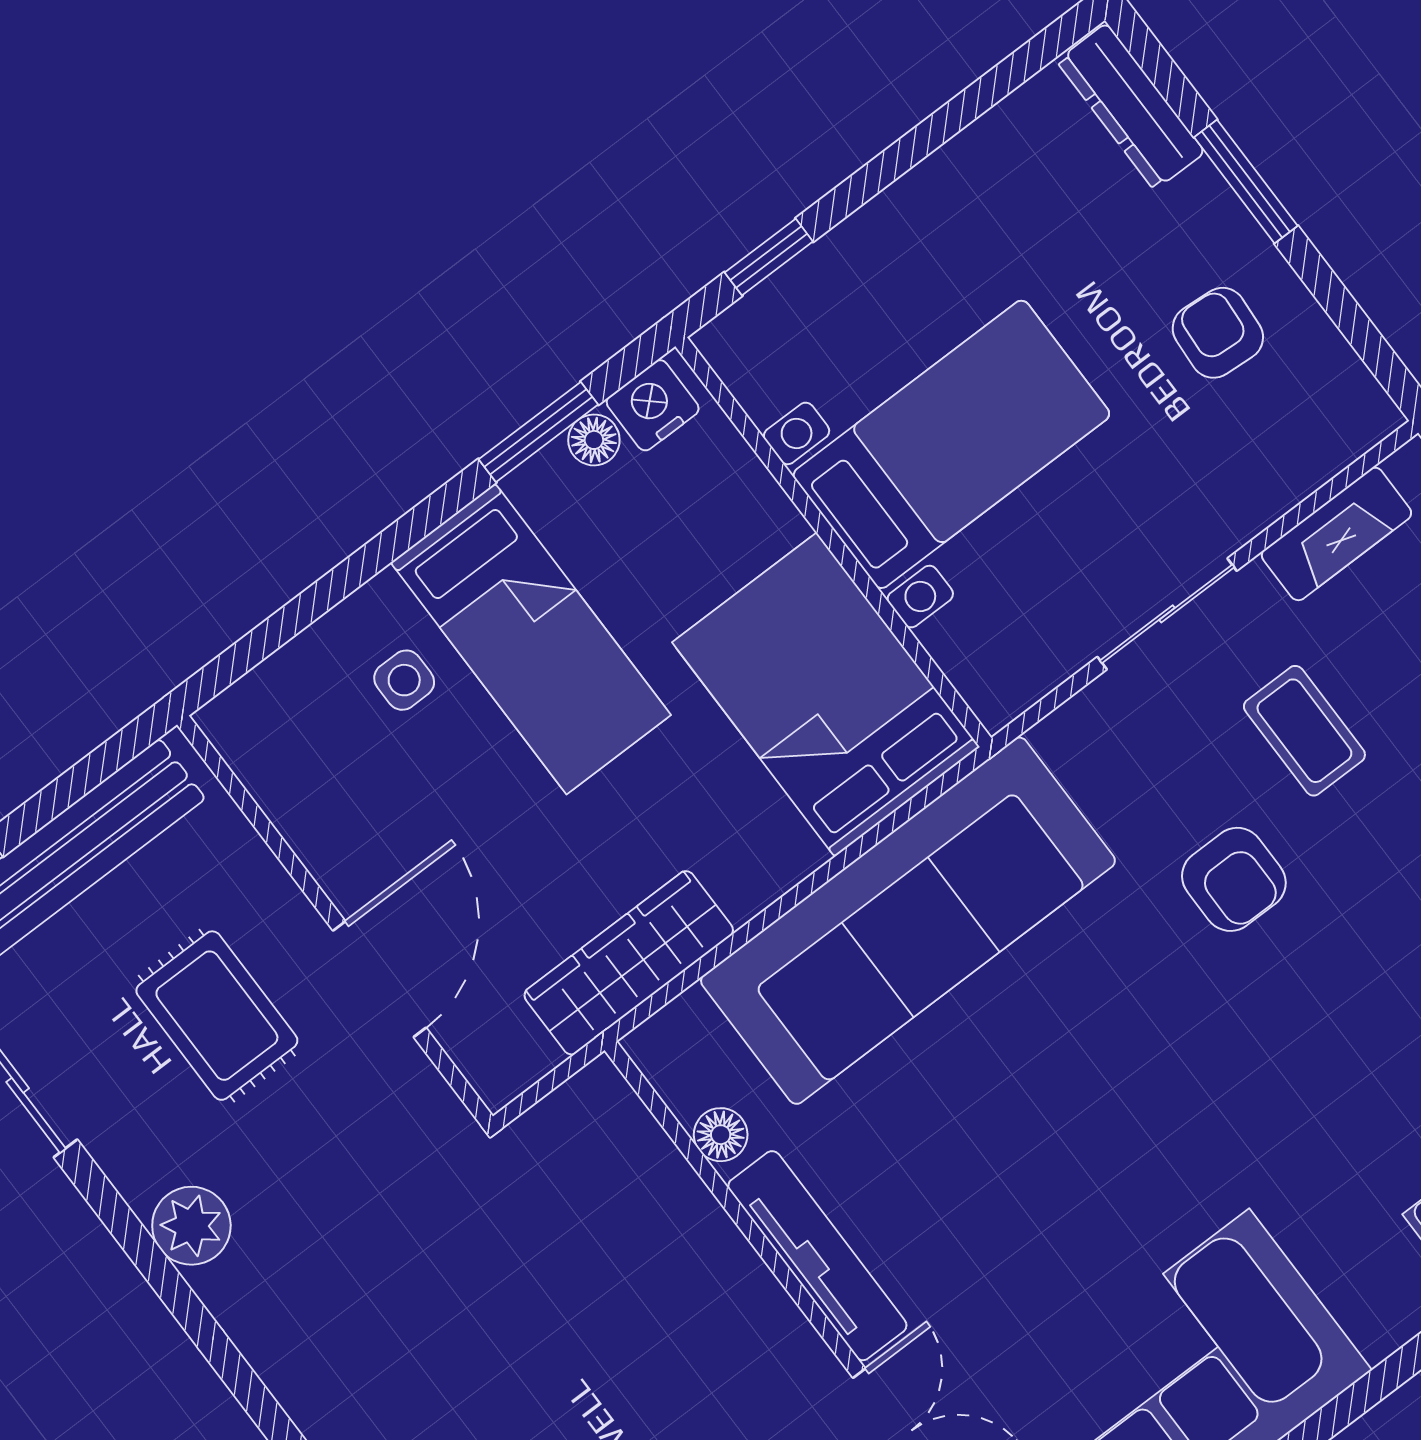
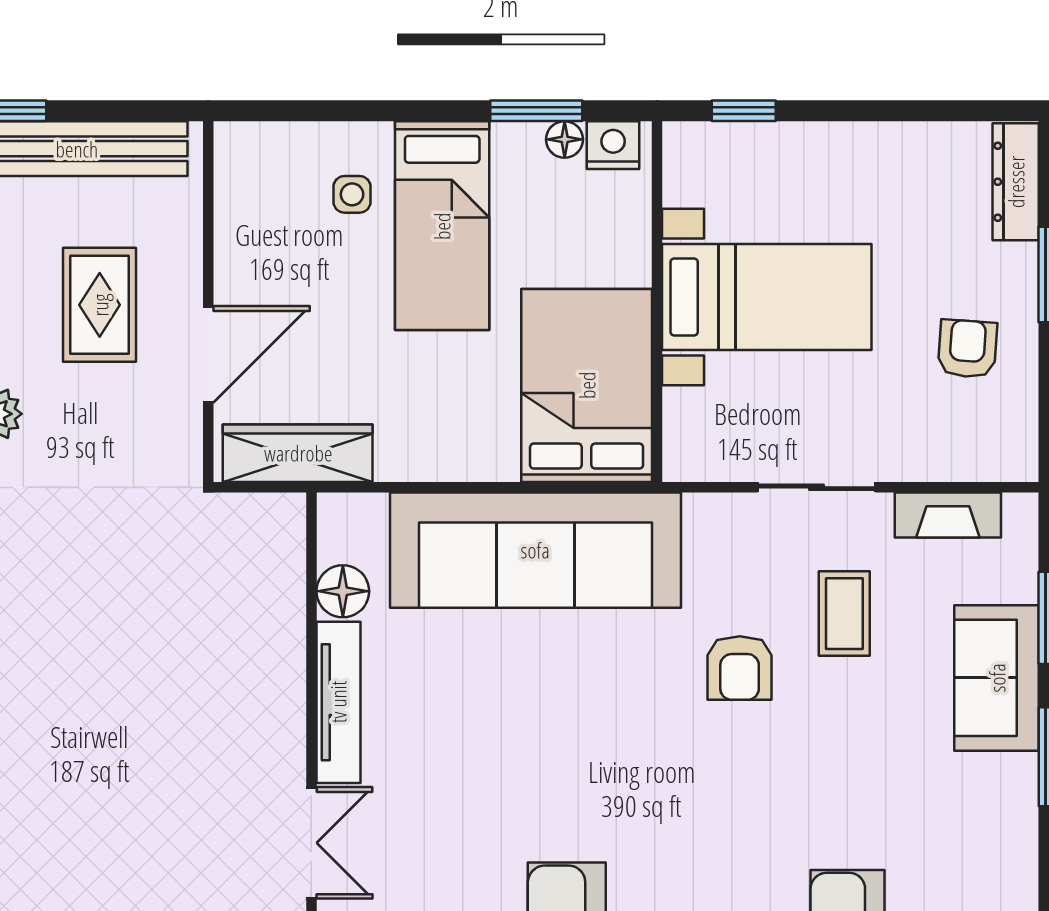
wardrobe: (629, 963) -> (298, 453), moved
floor lamp: (721, 1135) -> (343, 591), width x1.37, depth x1.37

